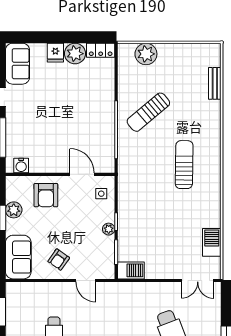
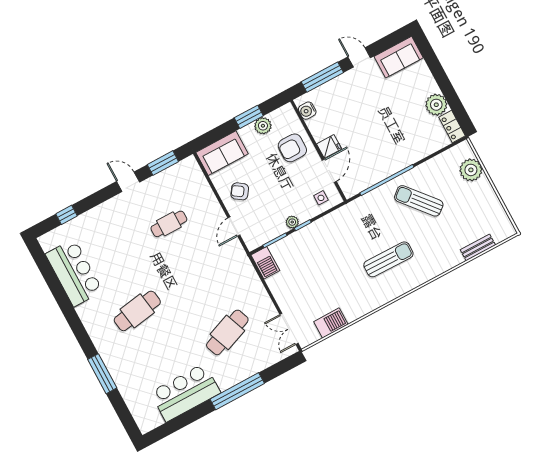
fridge: (55, 53) -> (329, 146), moved, turned 180

